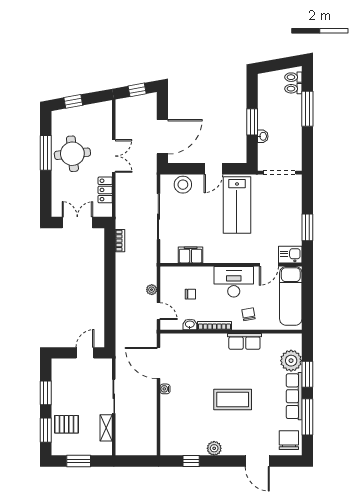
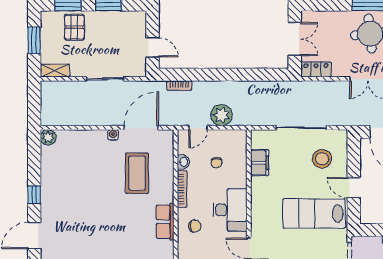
stool: (183, 185) -> (322, 159), moved
locker: (105, 190) -> (316, 69), moved
bookcase: (120, 241) -> (179, 86), moved
plant: (152, 290) -> (222, 115), width x1.88, depth x1.88
coffee table: (233, 400) -> (137, 173), moved
shelving: (106, 428) -> (55, 71), moved
plant: (214, 448) -> (48, 137), moved
window: (191, 461) -> (34, 195), moved

